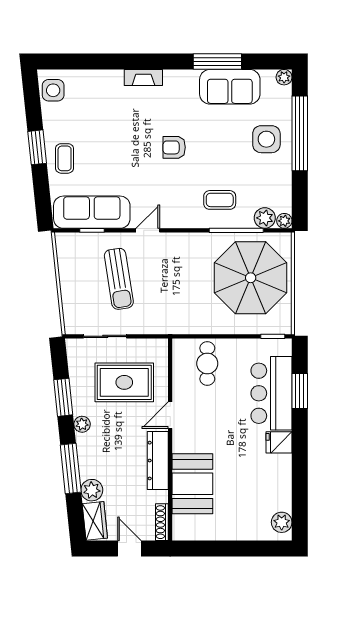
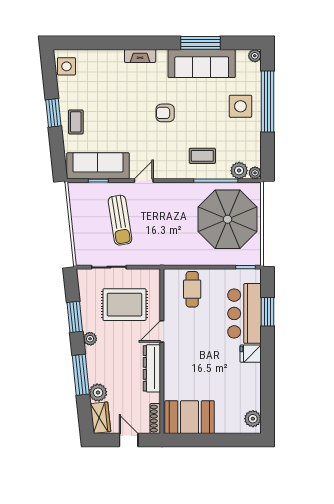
sofa: (230, 87) -> (202, 64), width x1.36
booth: (192, 484) -> (190, 417), moved, turned 90

